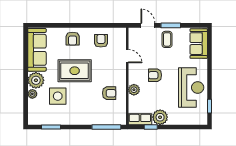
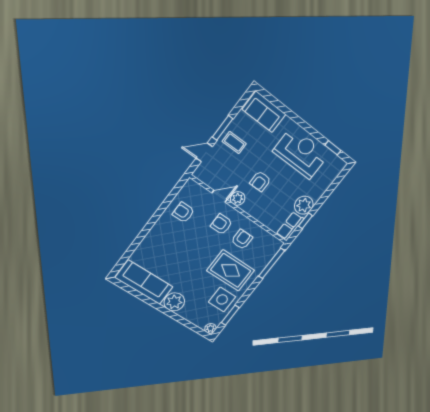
armchair: (73, 39) -> (221, 224), moved, turned 180
rug: (75, 71) -> (231, 270), moved, turned 90
plant: (134, 90) -> (238, 198), moved
plant: (32, 94) -> (210, 328), moved
side table: (58, 96) -> (222, 299), moved

